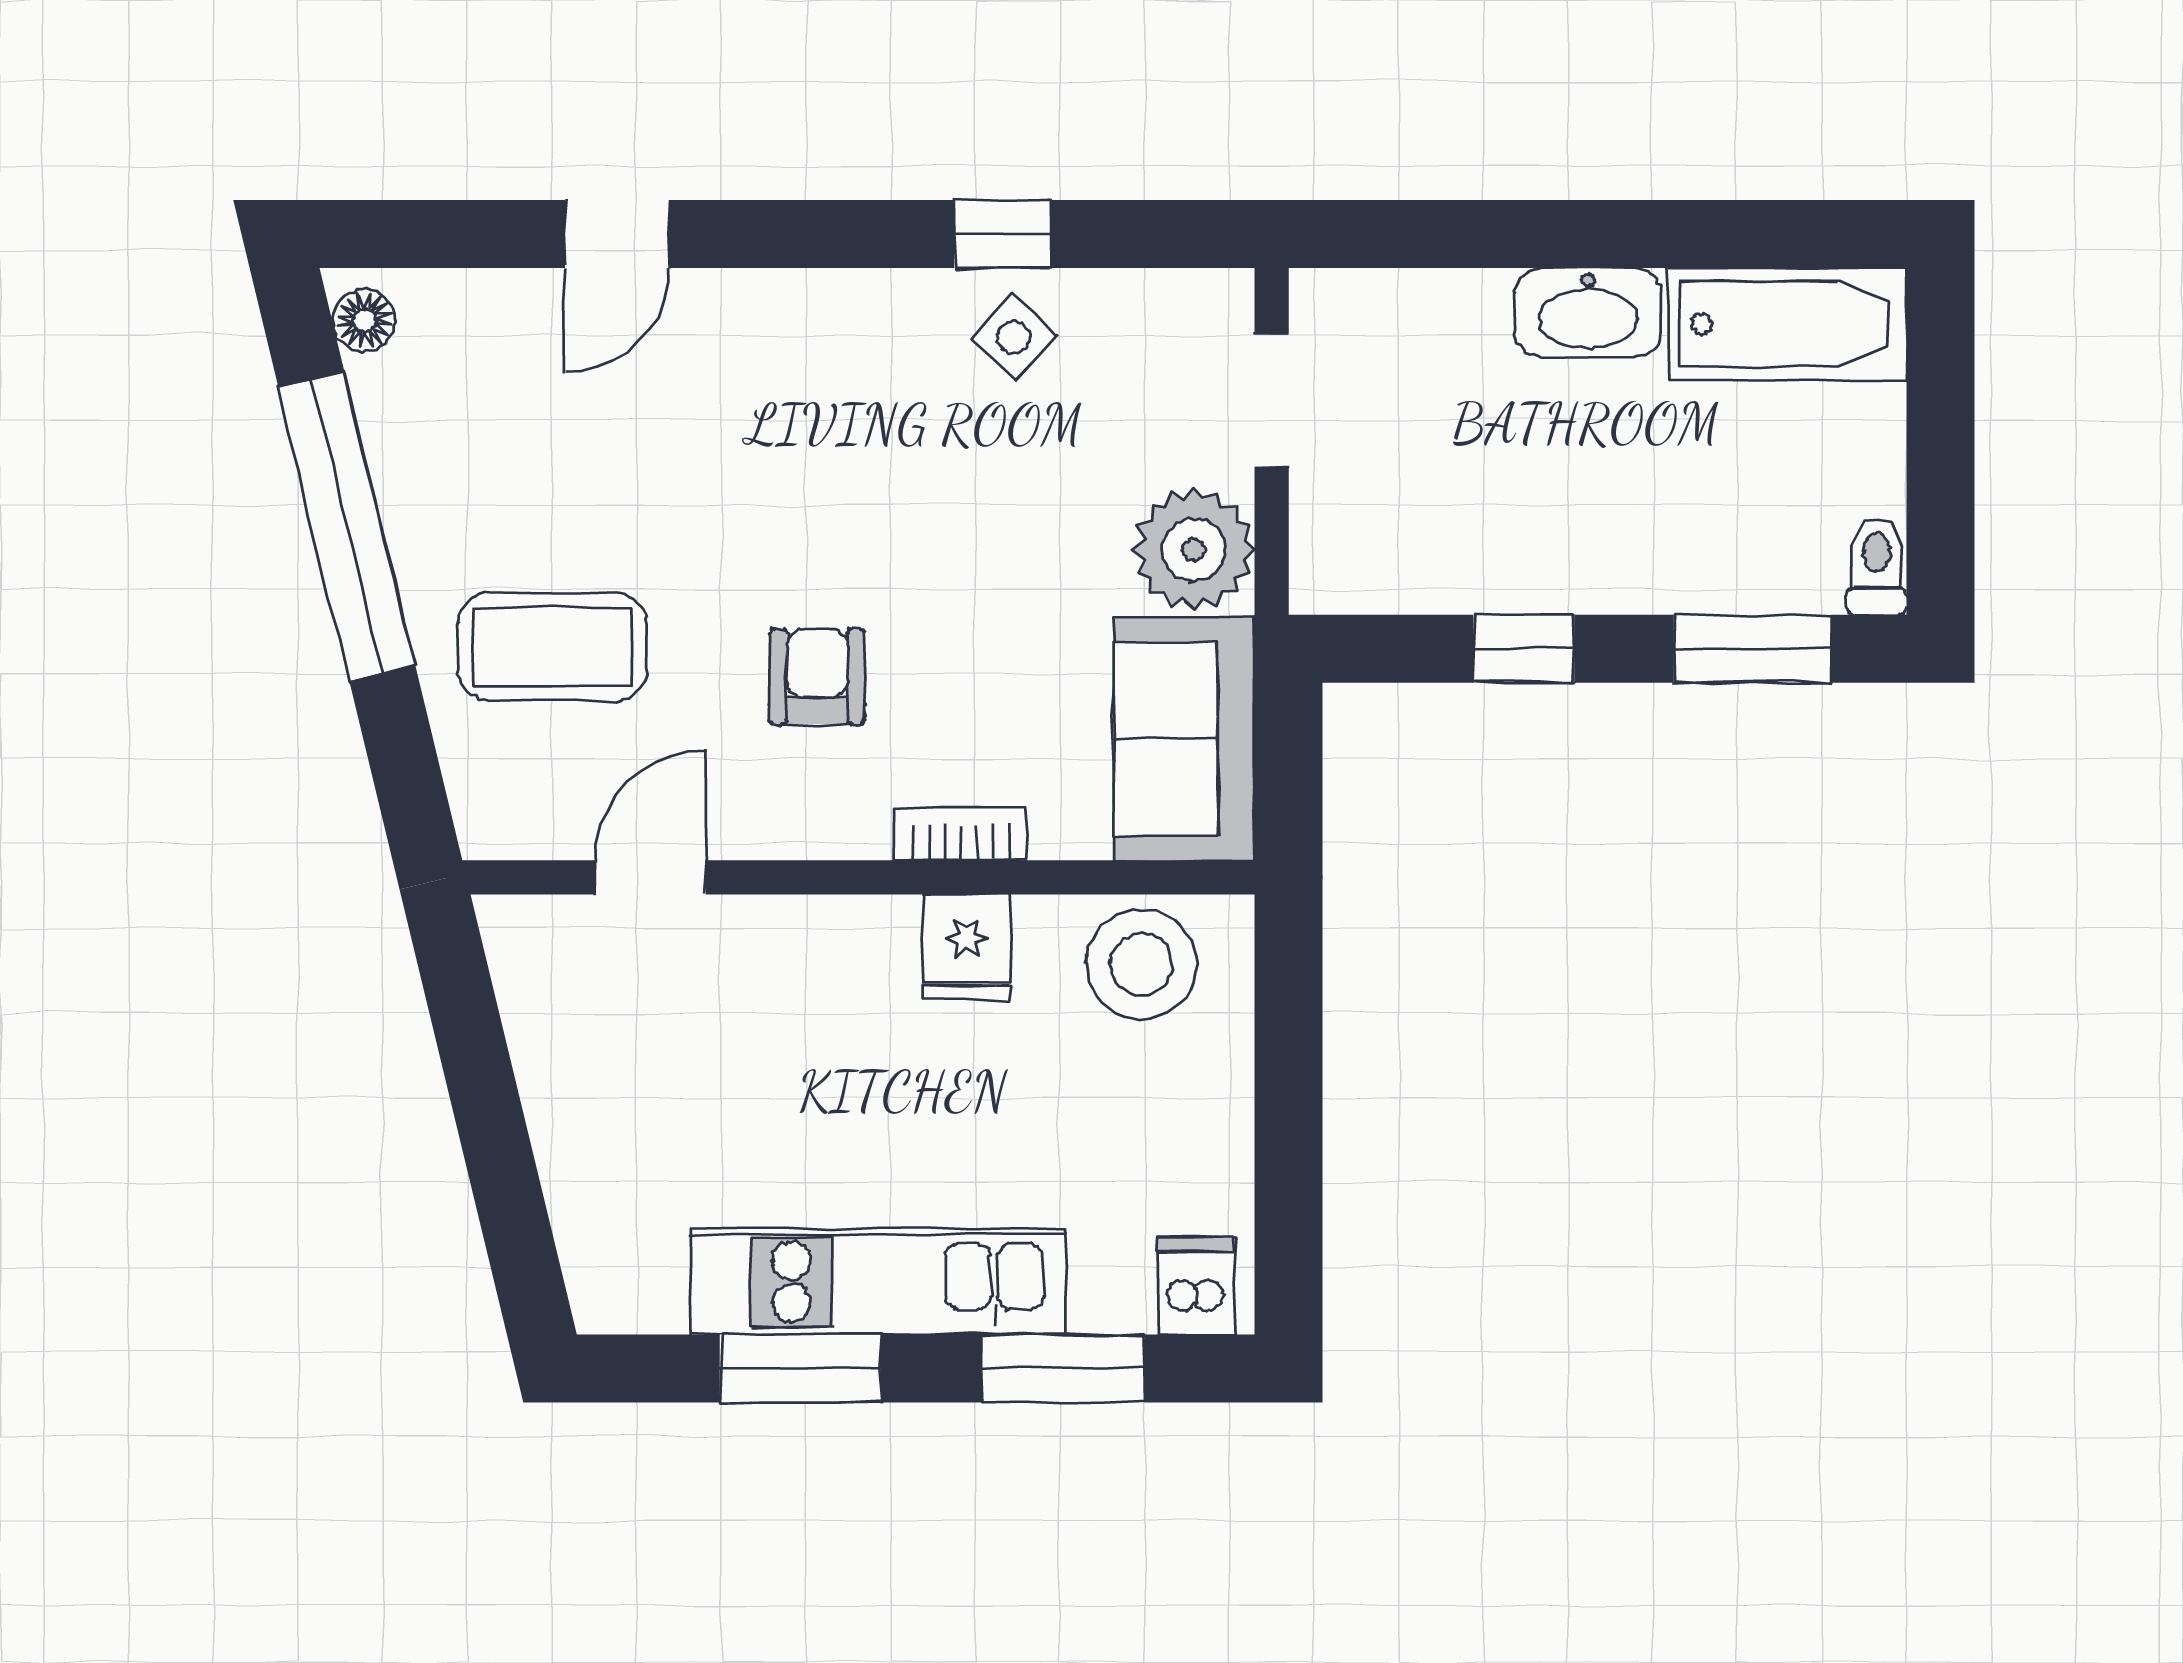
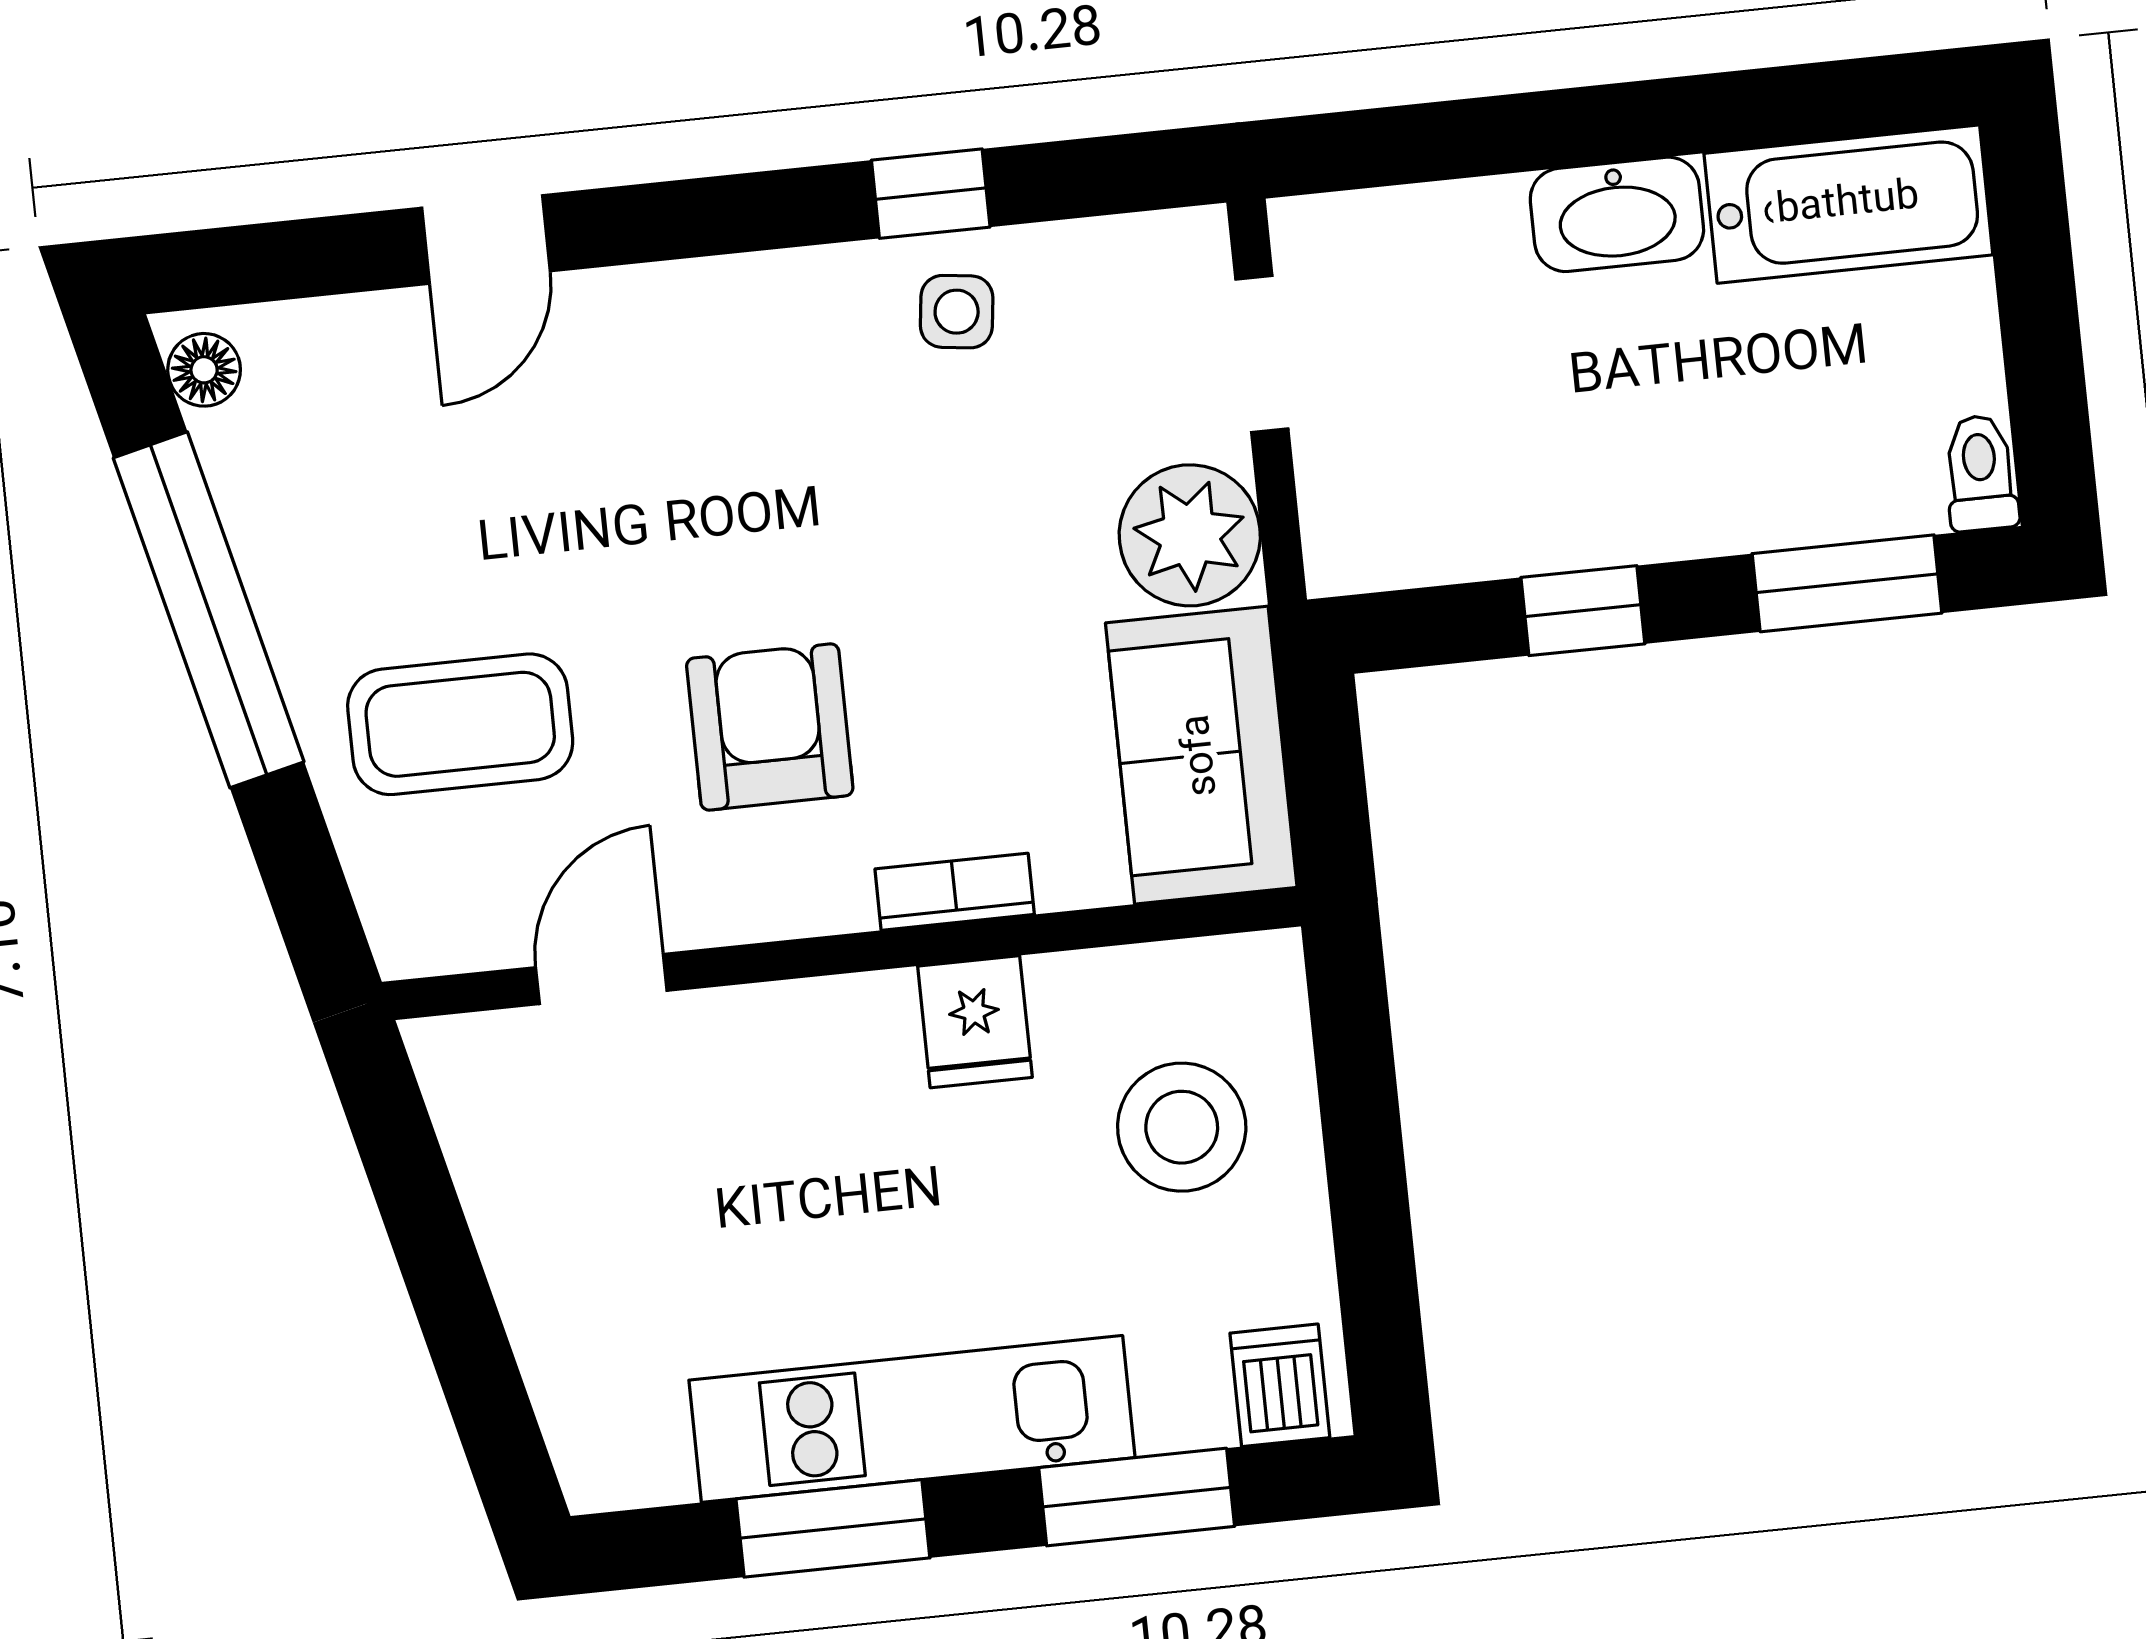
side table: (1014, 337) -> (957, 312), turned -35
armchair: (817, 676) -> (770, 727), width x1.38, depth x1.38
stool: (1142, 964) -> (1182, 1127), moved

